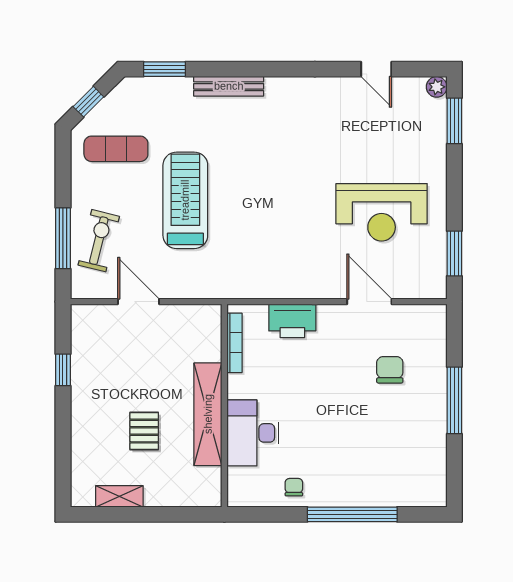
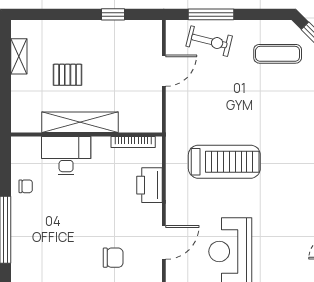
exercise mat: (116, 149) -> (278, 54), turned 90
treadmill: (185, 200) -> (224, 162), moved

